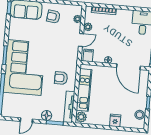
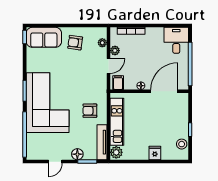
door: (128, 67) -> (164, 91), swing flipped

